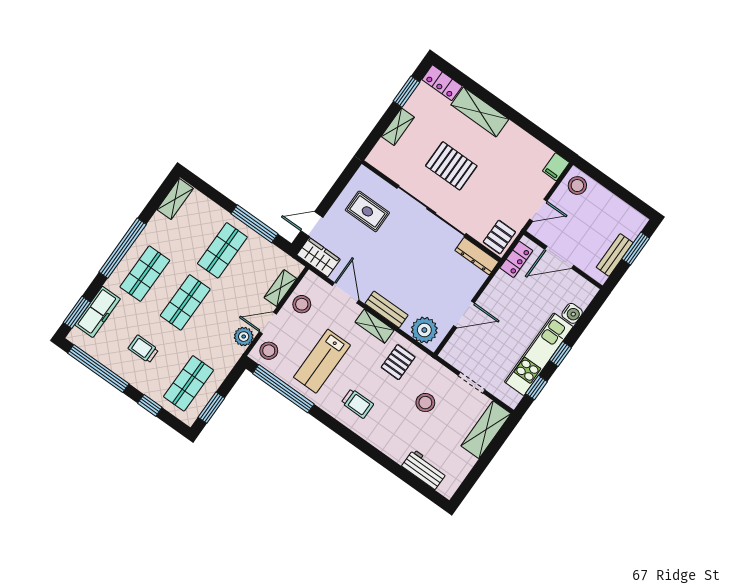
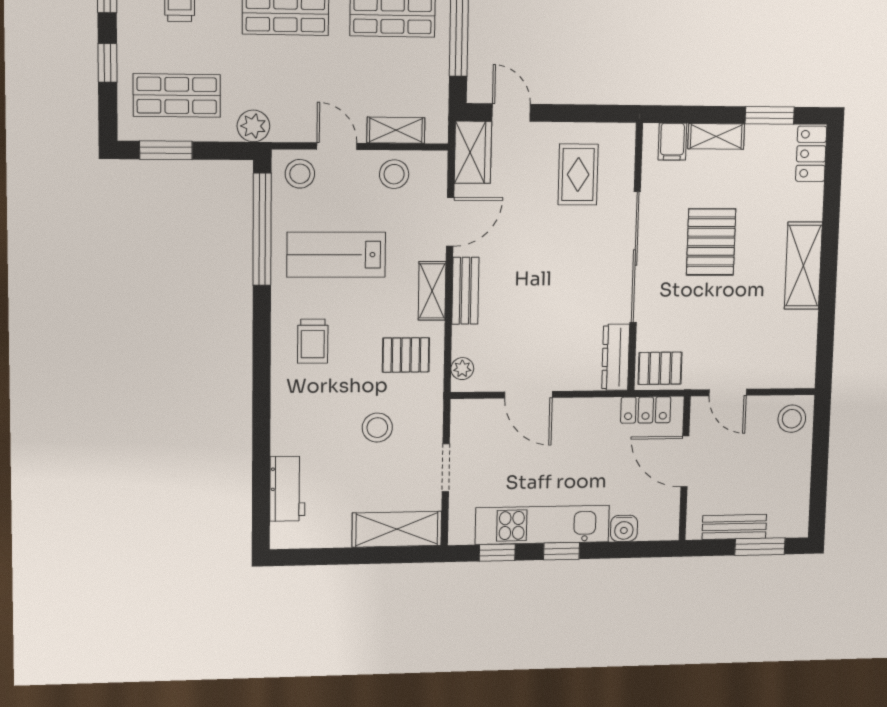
shelving: (480, 112) -> (803, 266), moved
filing cabinet: (556, 167) -> (672, 142), moved, turned -90
plant: (424, 330) -> (462, 369), width x0.53, depth x0.53
plant: (244, 337) -> (253, 126), moved

